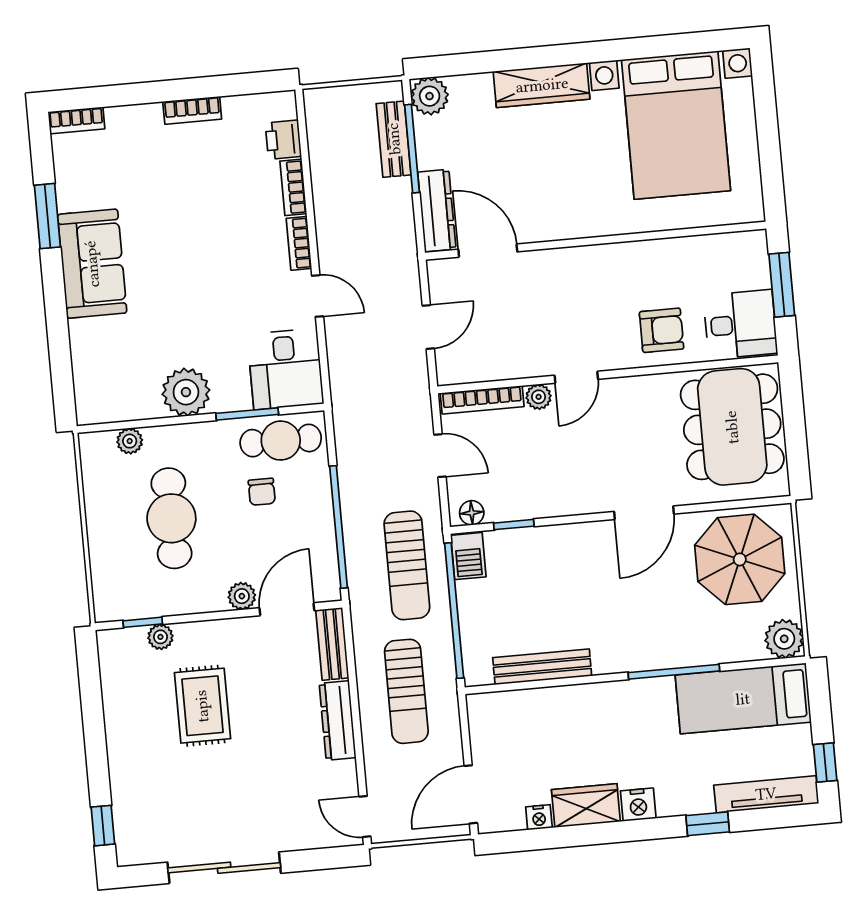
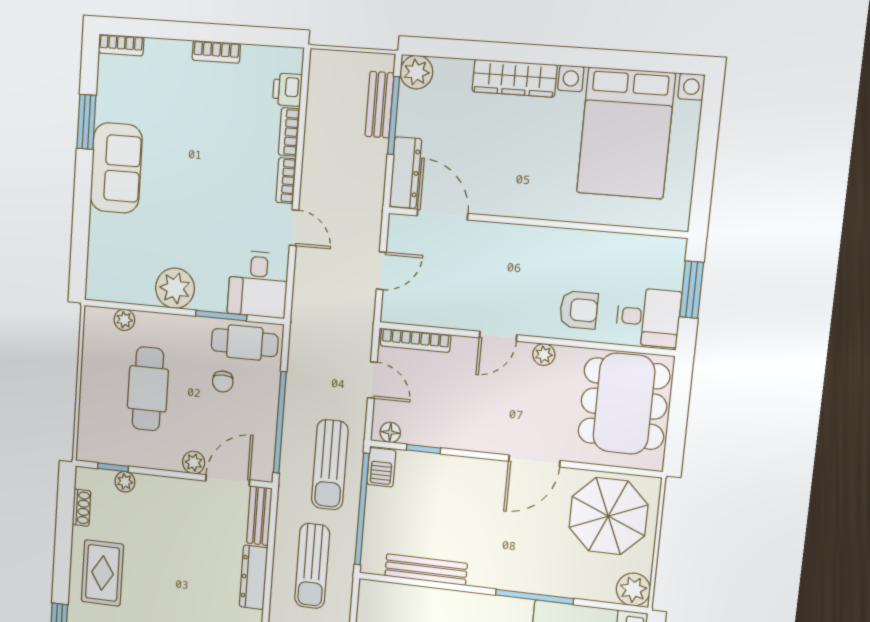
plant: (539, 397) -> (544, 355), moved
shoe rack: (111, 680) -> (81, 508), added
rug: (202, 706) -> (102, 573), moved

